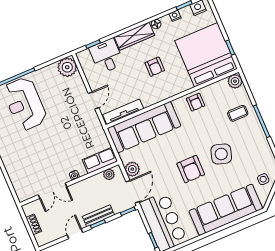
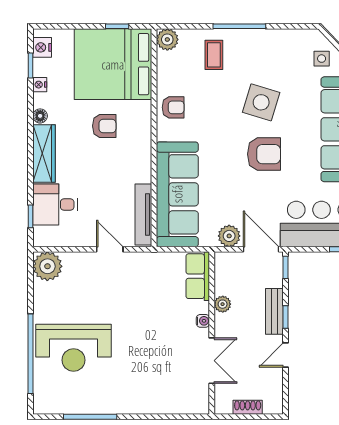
armchair: (155, 67) -> (104, 126), moved
plant: (109, 174) -> (223, 304), moved
door: (75, 234) -> (286, 355), hinge flipped

